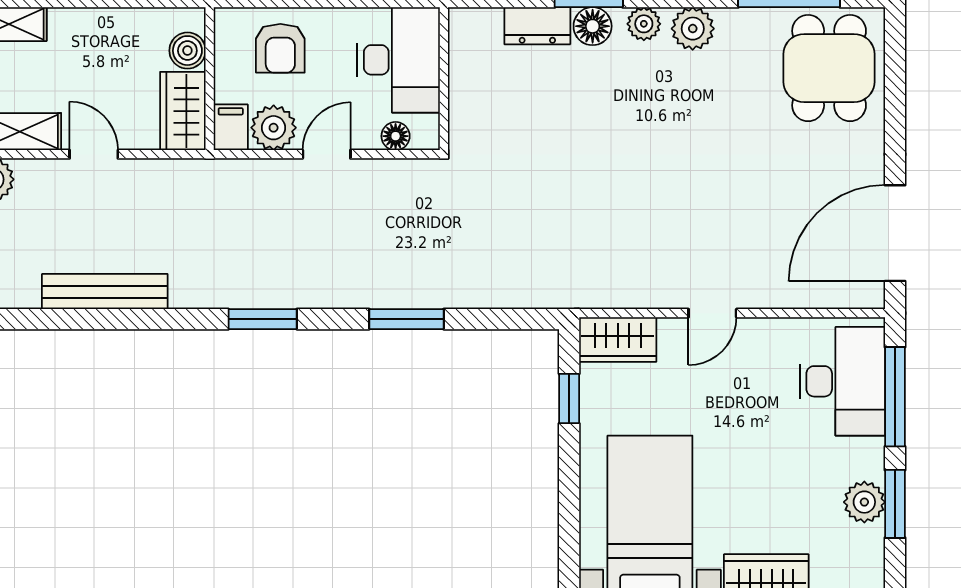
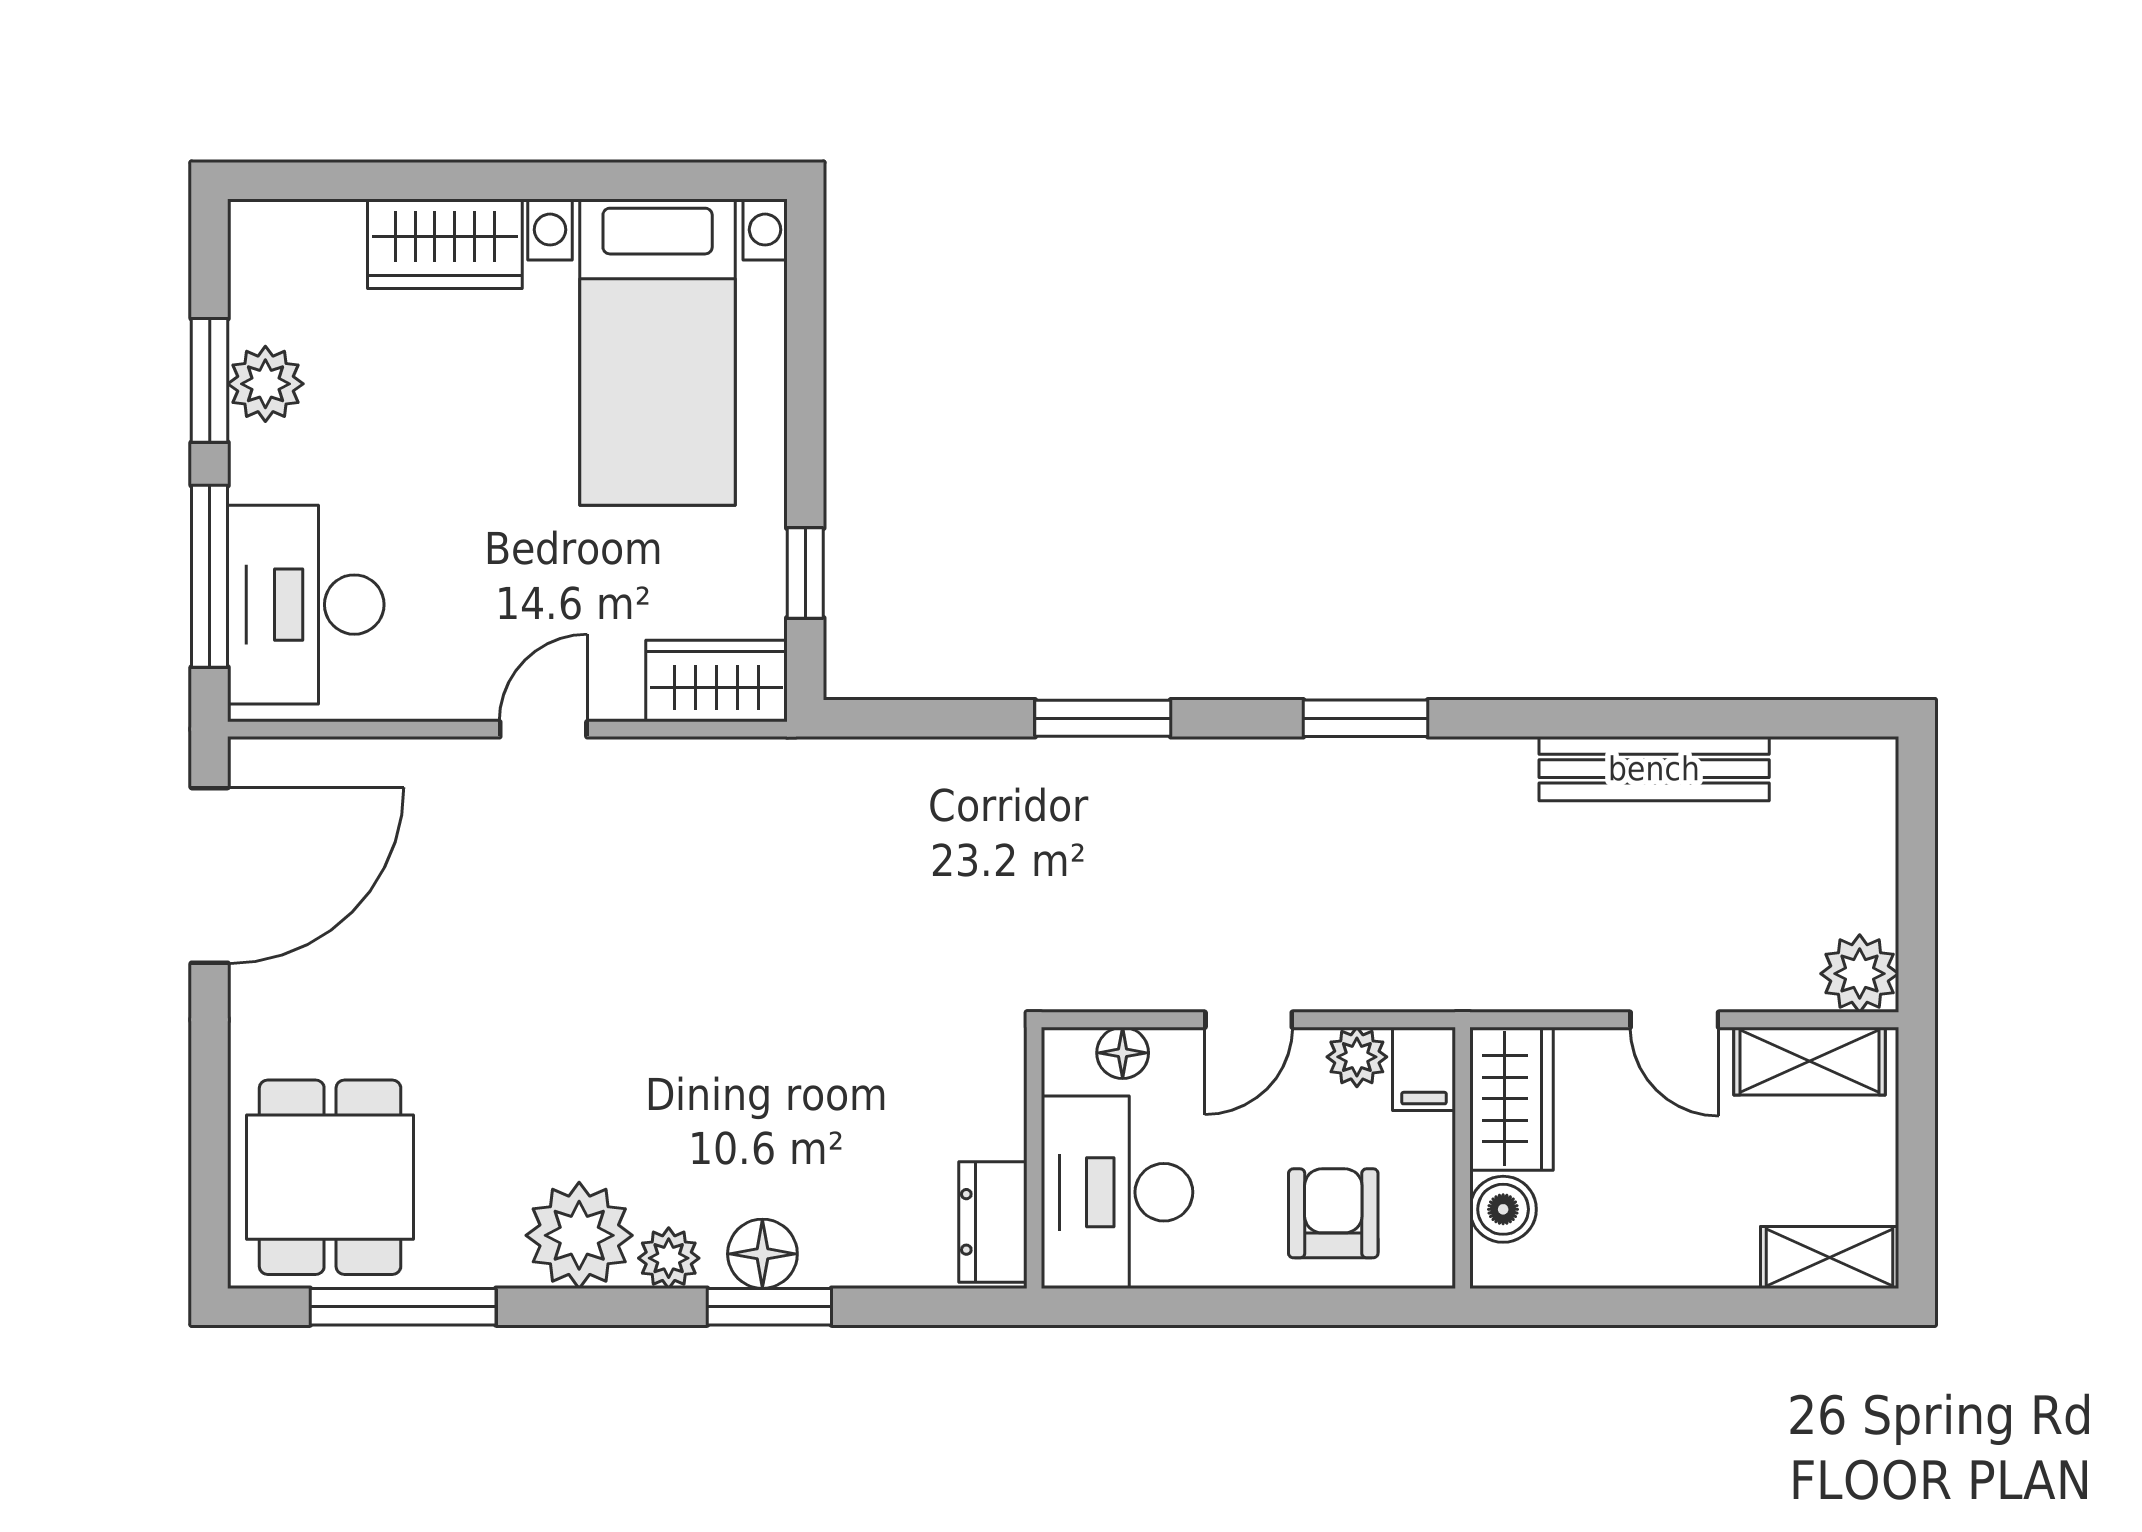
dresser: (537, 26) -> (993, 1222), moved, turned -90
plant: (693, 29) -> (579, 1235), width x1.36, depth x1.36
plant: (274, 128) -> (1357, 1057), width x0.73, depth x0.73

